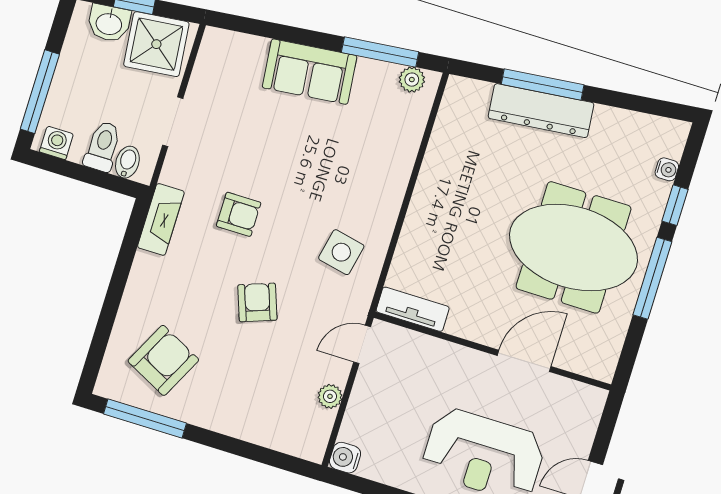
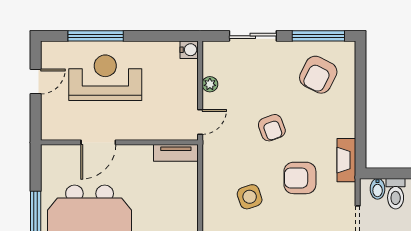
armchair: (239, 214) -> (300, 178), width x1.38, depth x1.38
side table: (341, 252) -> (250, 197), moved, turned -31
sliding door: (243, 449) -> (253, 36), added

